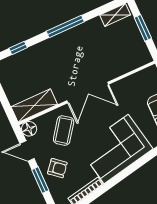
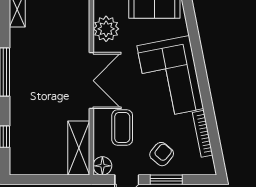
plant: (130, 86) -> (106, 29), added
coffee table: (64, 131) -> (122, 128), turned 54

